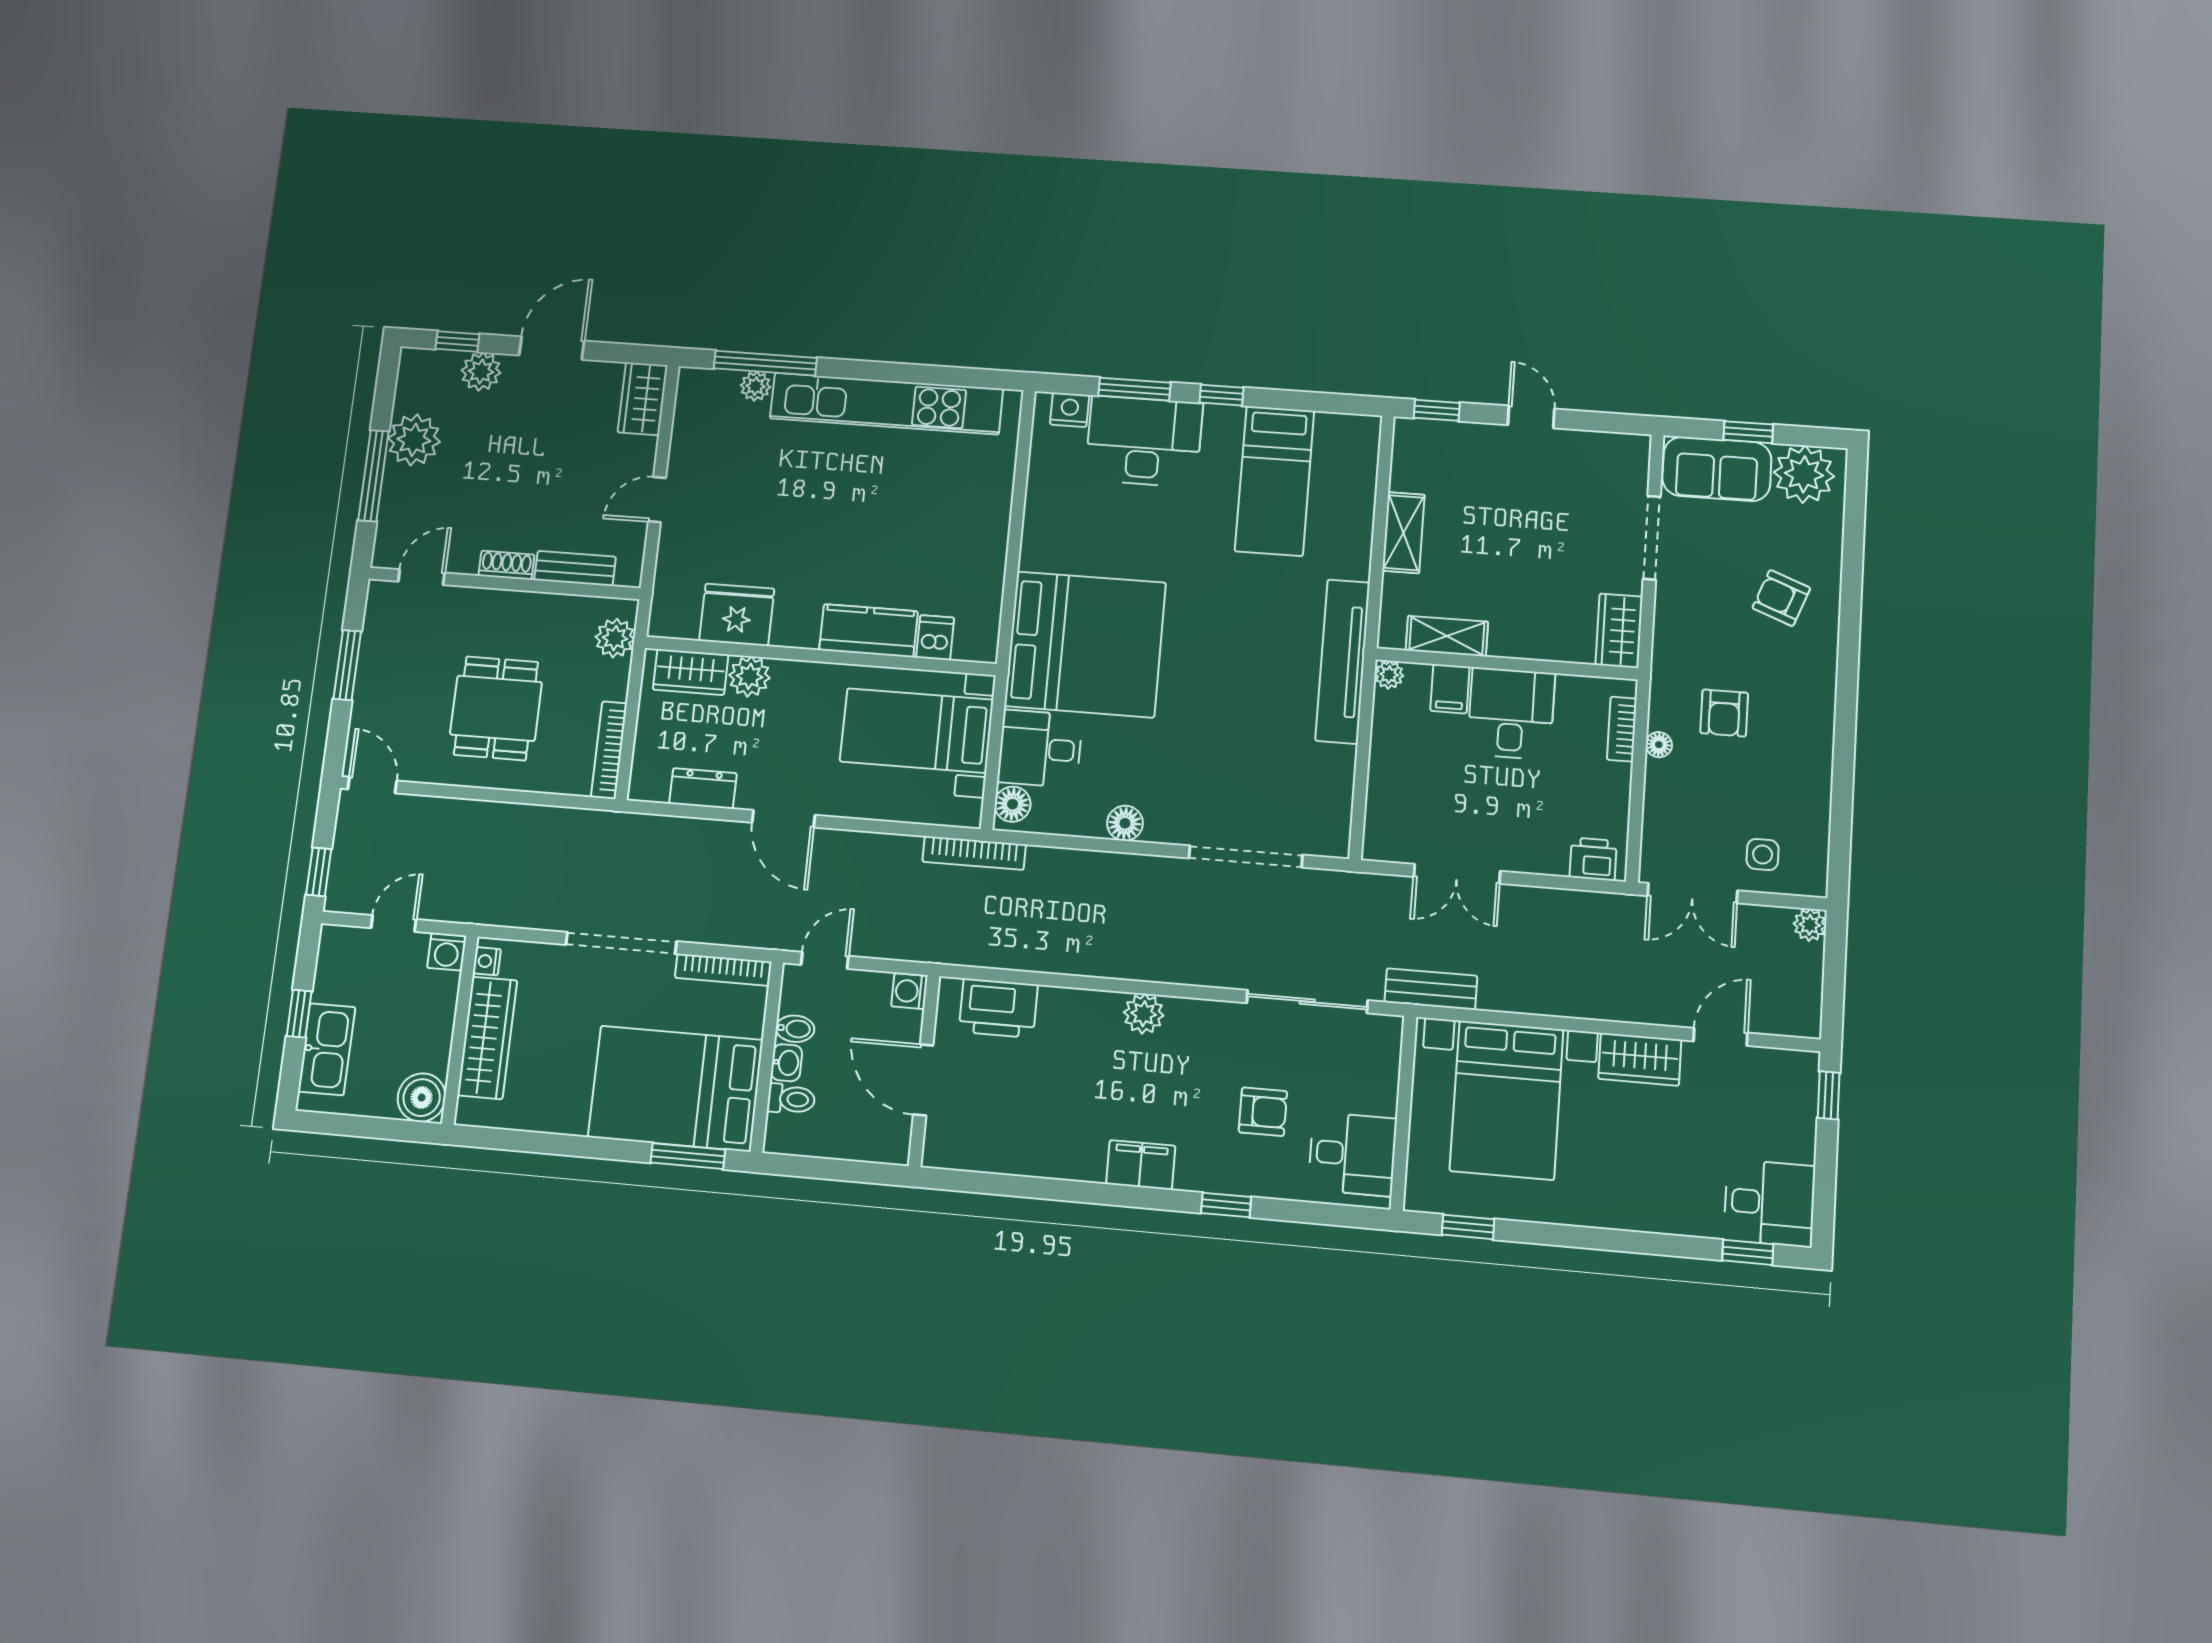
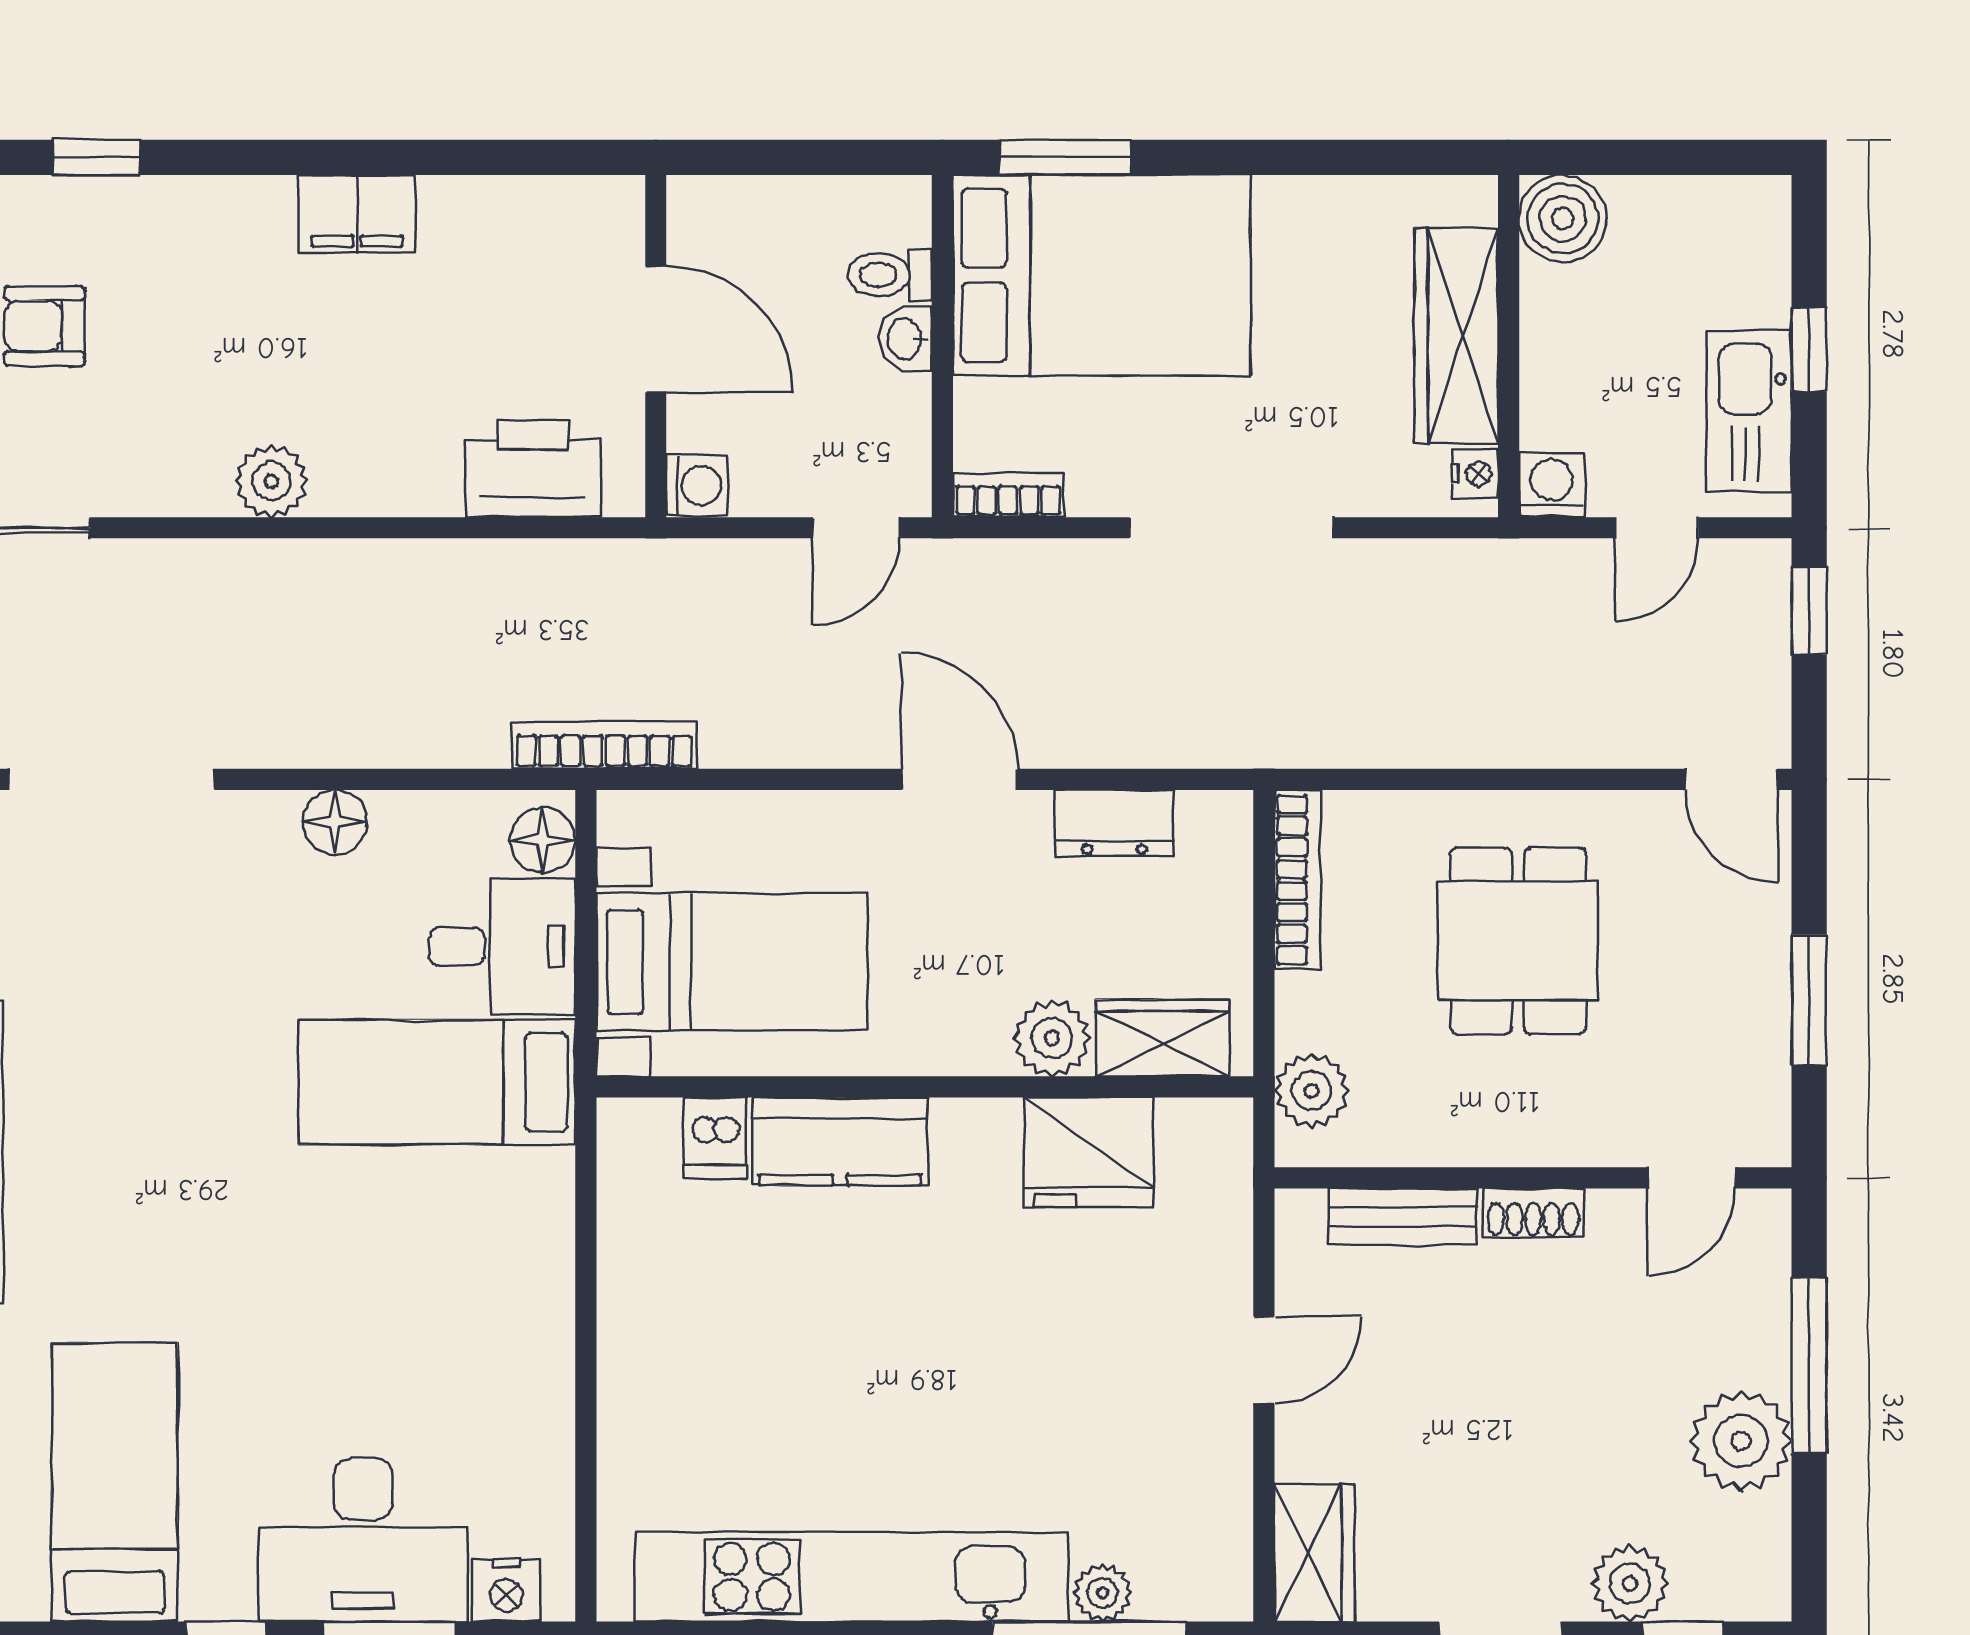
bed: (1085, 644) -> (437, 1082), width x0.49
bookcase: (723, 970) -> (1008, 495), width x0.64
bidet: (795, 1029) -> (897, 400), removed
kitchen sink: (327, 1049) -> (1749, 411), moved
filing cabinet: (1141, 1165) -> (357, 214), moved

